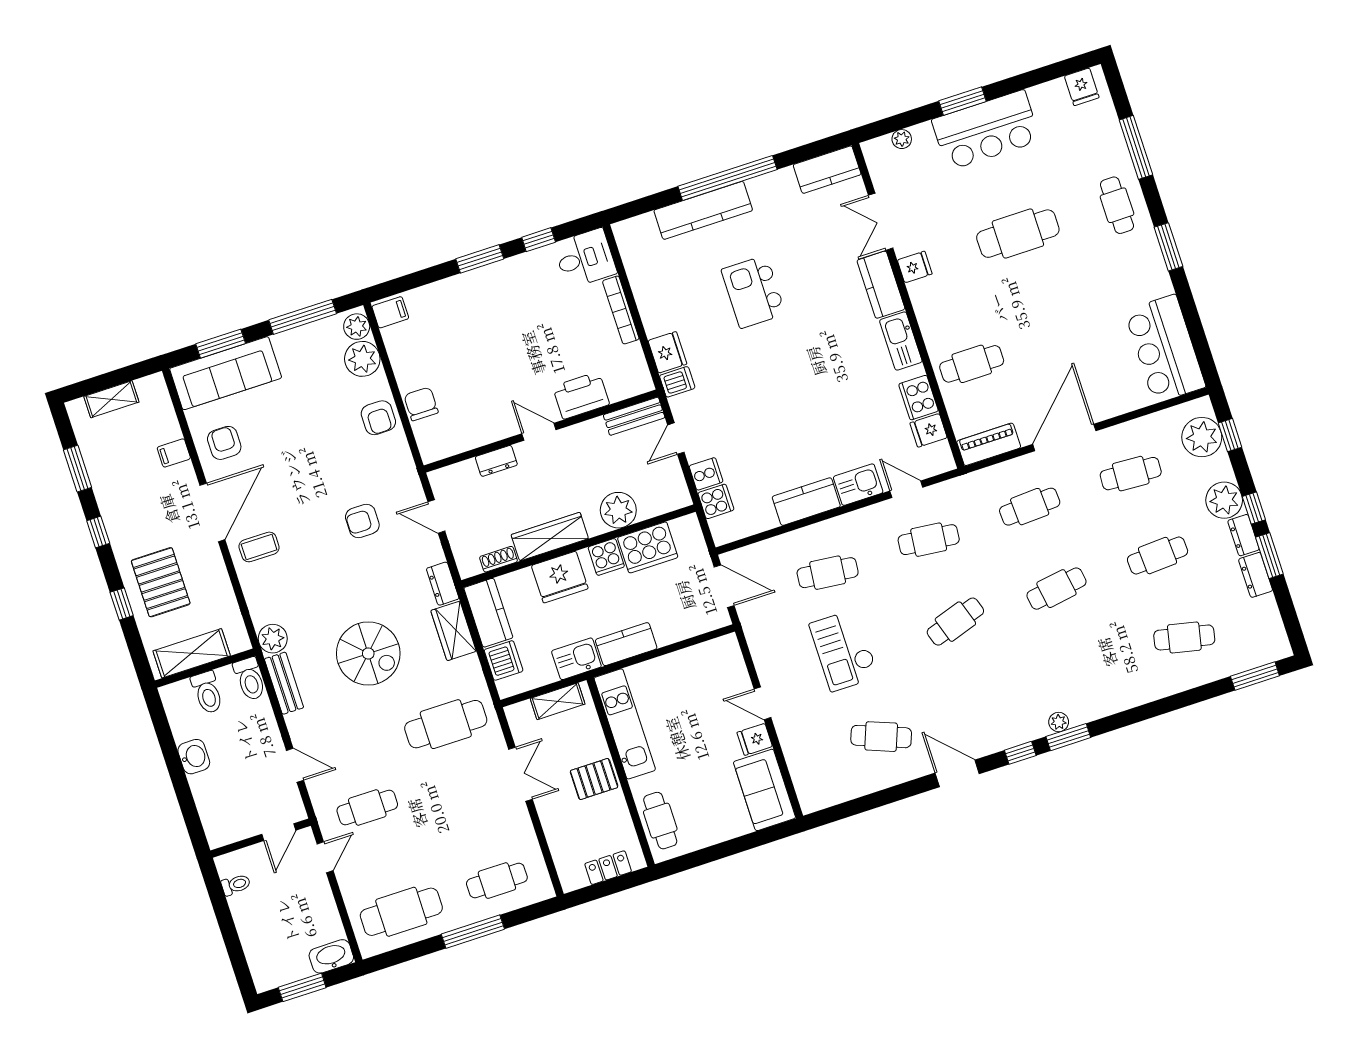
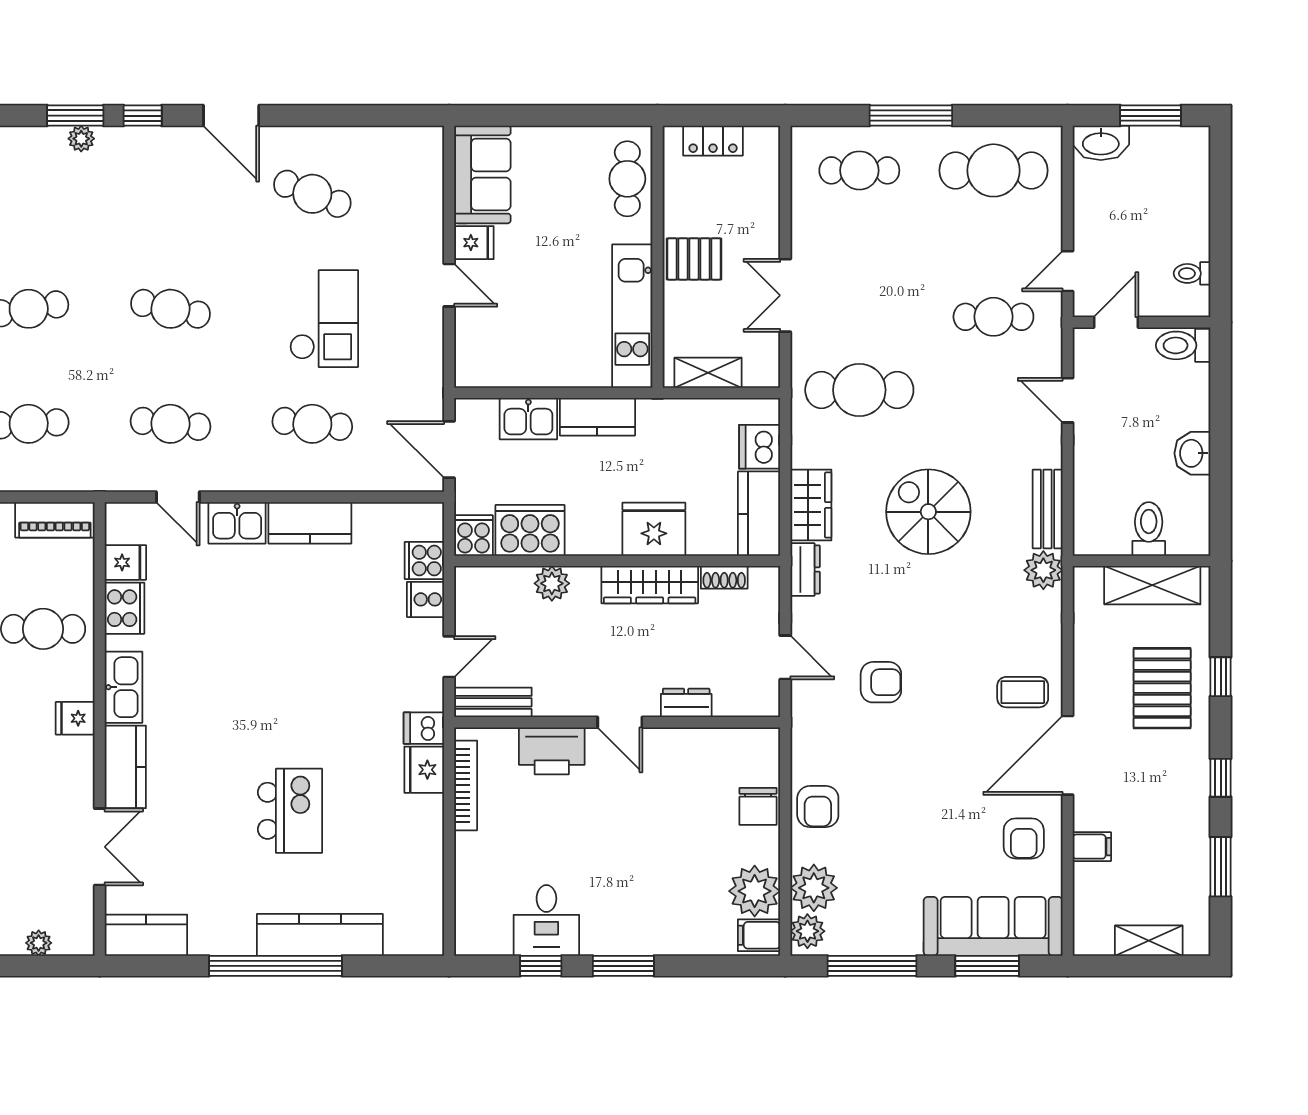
desk: (585, 258) -> (546, 920), moved, turned -90
fridge: (915, 267) -> (75, 718), moved
bookcase: (621, 310) -> (466, 785), moved
plant: (404, 343) -> (755, 891), added
armchair: (378, 418) -> (818, 807), turned 180
plant: (618, 510) -> (552, 583), width x0.73, depth x0.73
cooker: (606, 557) -> (473, 535), moved
cafe table: (955, 622) -> (170, 309), turned 30
kitchen sink: (576, 659) -> (528, 419), moved
toilet: (250, 679) -> (1183, 345), moved, turned -90

